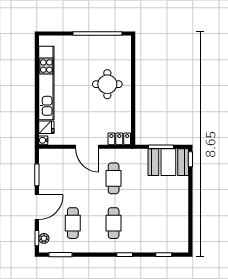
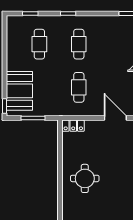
door: (87, 147) -> (115, 118), moved
booth: (168, 162) -> (19, 91), moved, turned 90
cafe table: (73, 223) -> (39, 44), moved

